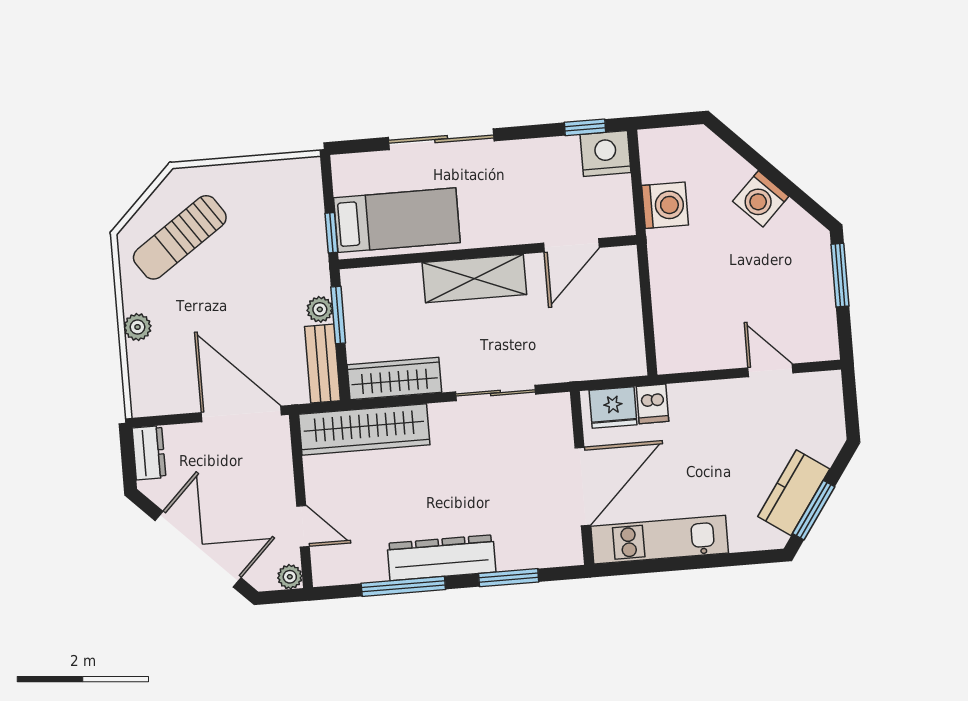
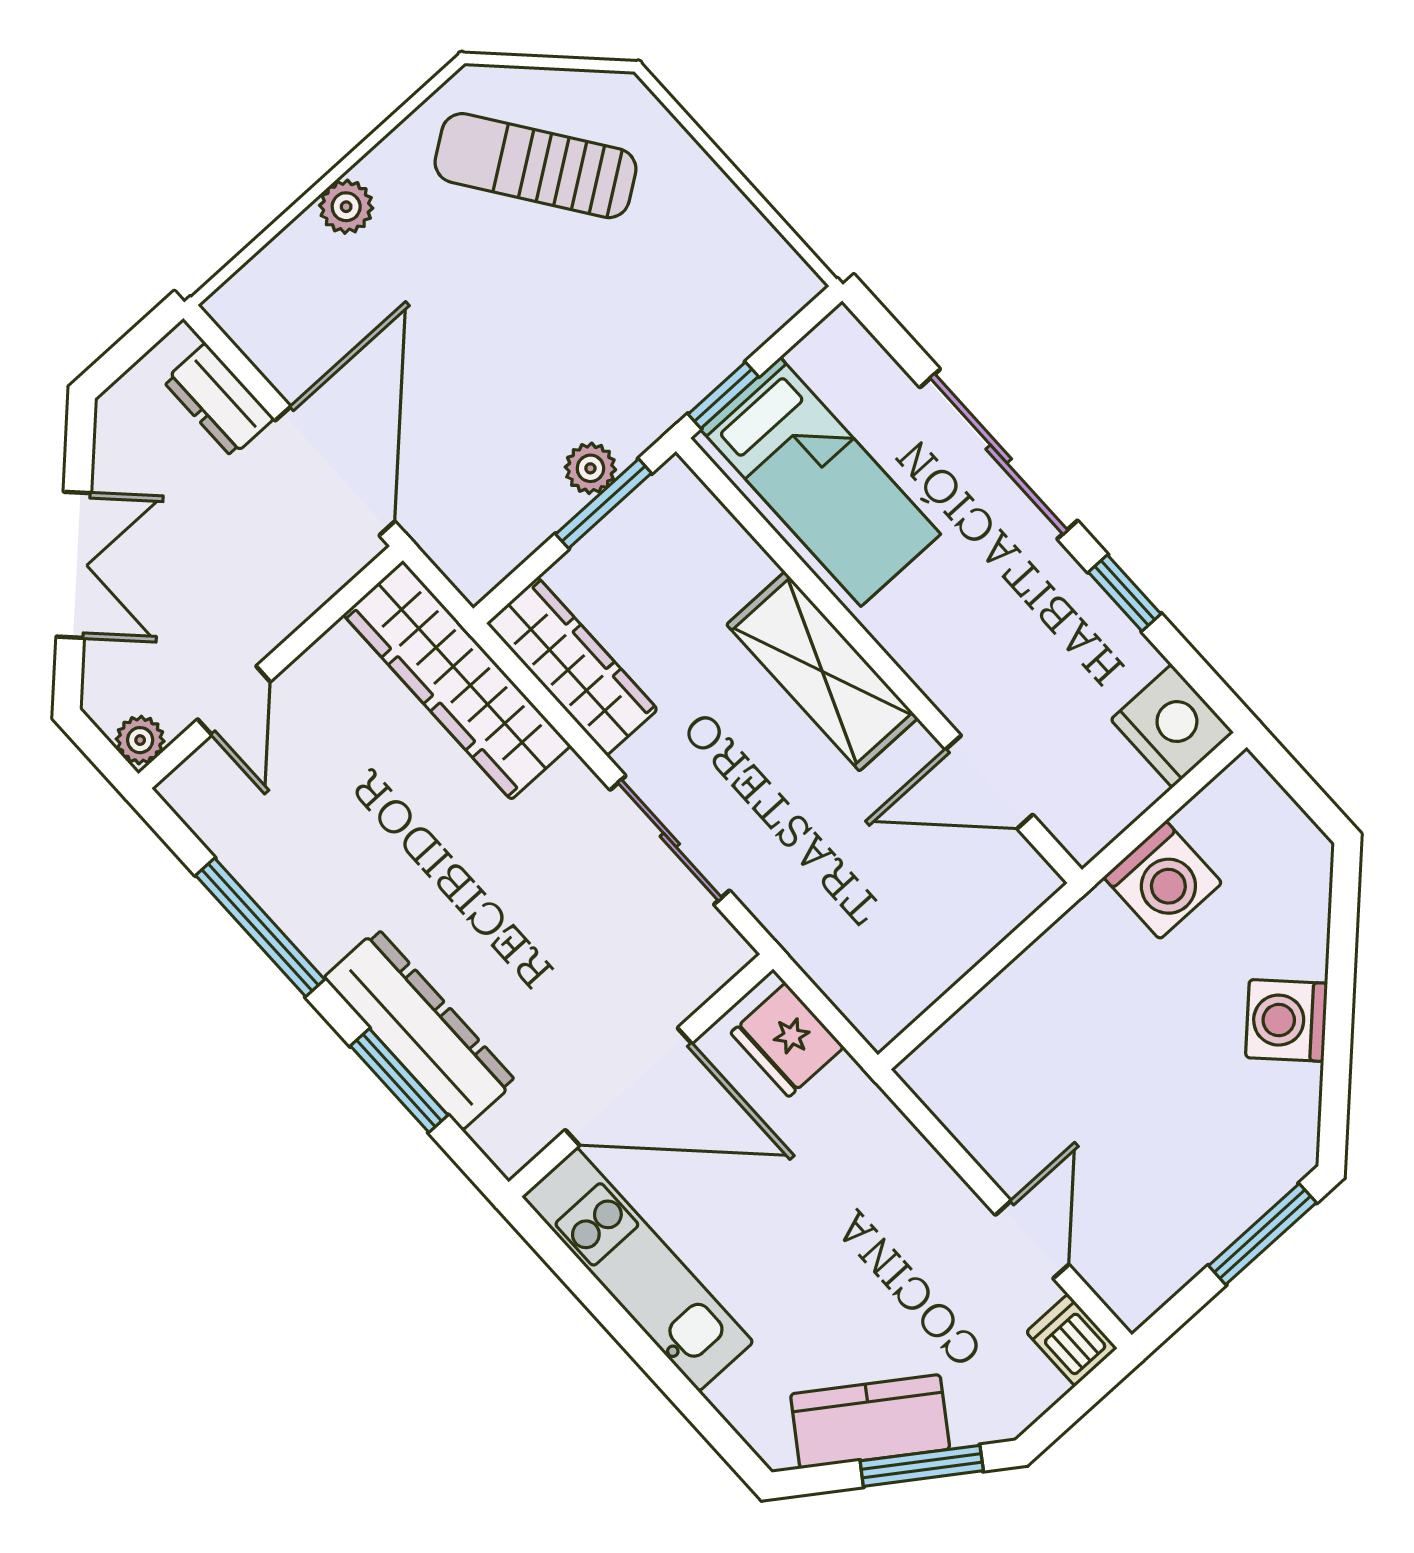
window: (585, 127) -> (1125, 593), moved
bench: (323, 364) -> (510, 537), removed
dishwasher: (652, 404) -> (1072, 1340), moved, turned 90
dresser: (149, 453) -> (219, 400), moved, turned 90
window: (814, 510) -> (922, 1466), moved
double door: (198, 549) -> (74, 565), width x0.73
dresser: (441, 558) -> (420, 1029), moved

